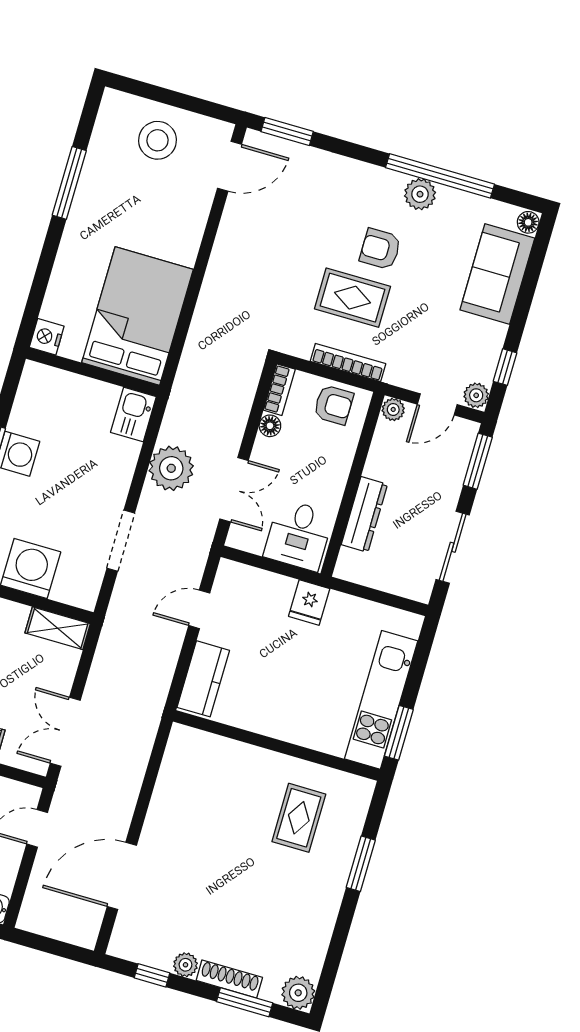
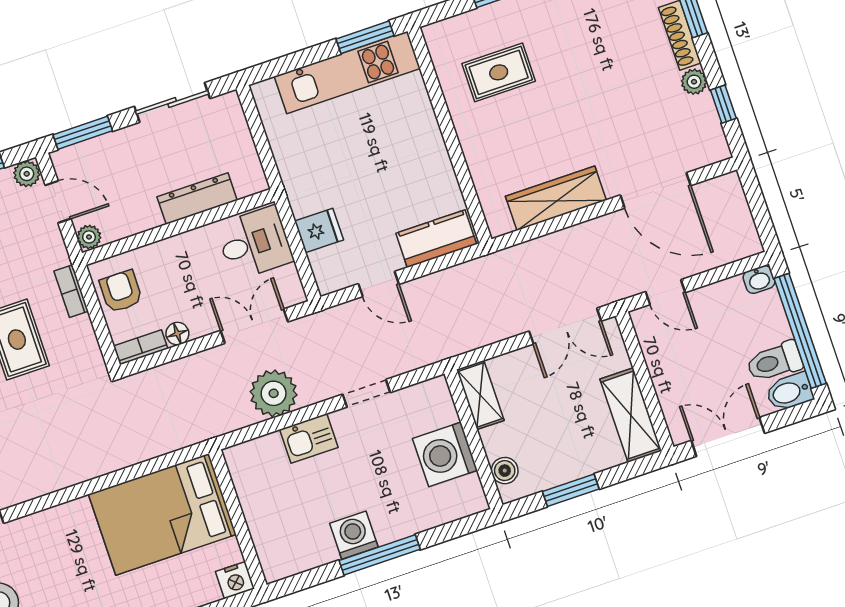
bookcase: (348, 363) -> (71, 291), width x0.64
kitchen sink: (133, 414) -> (309, 438), moved
doorway: (121, 541) -> (366, 393), width x0.73
fridge: (309, 602) -> (319, 231), moved
wardrobe: (170, 794) -> (556, 198), added

